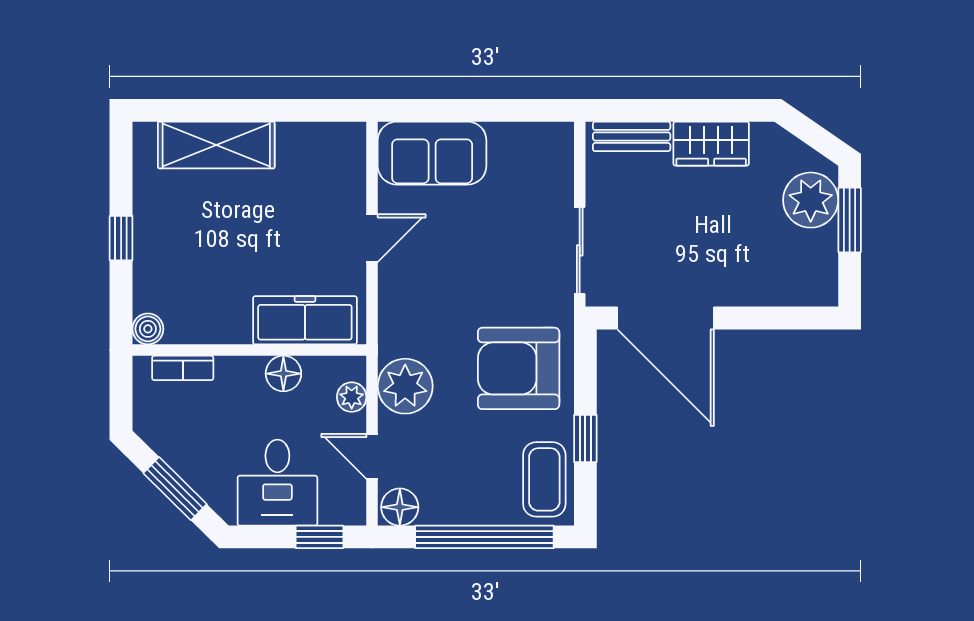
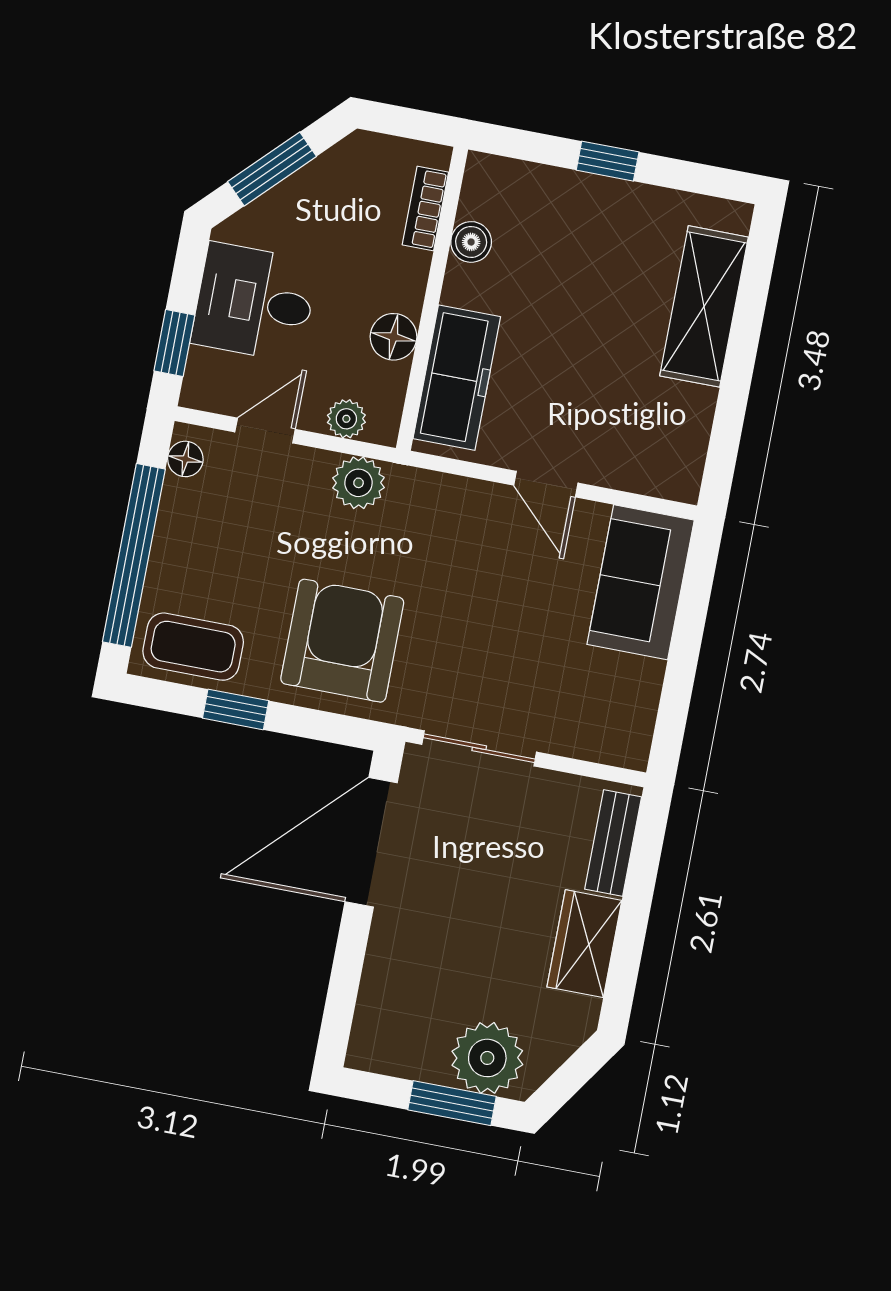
boiler: (148, 329) -> (471, 242), moved
plant: (405, 386) -> (359, 483), width x0.73, depth x0.73
floor lamp: (400, 507) -> (185, 459), width x0.73, depth x0.73

